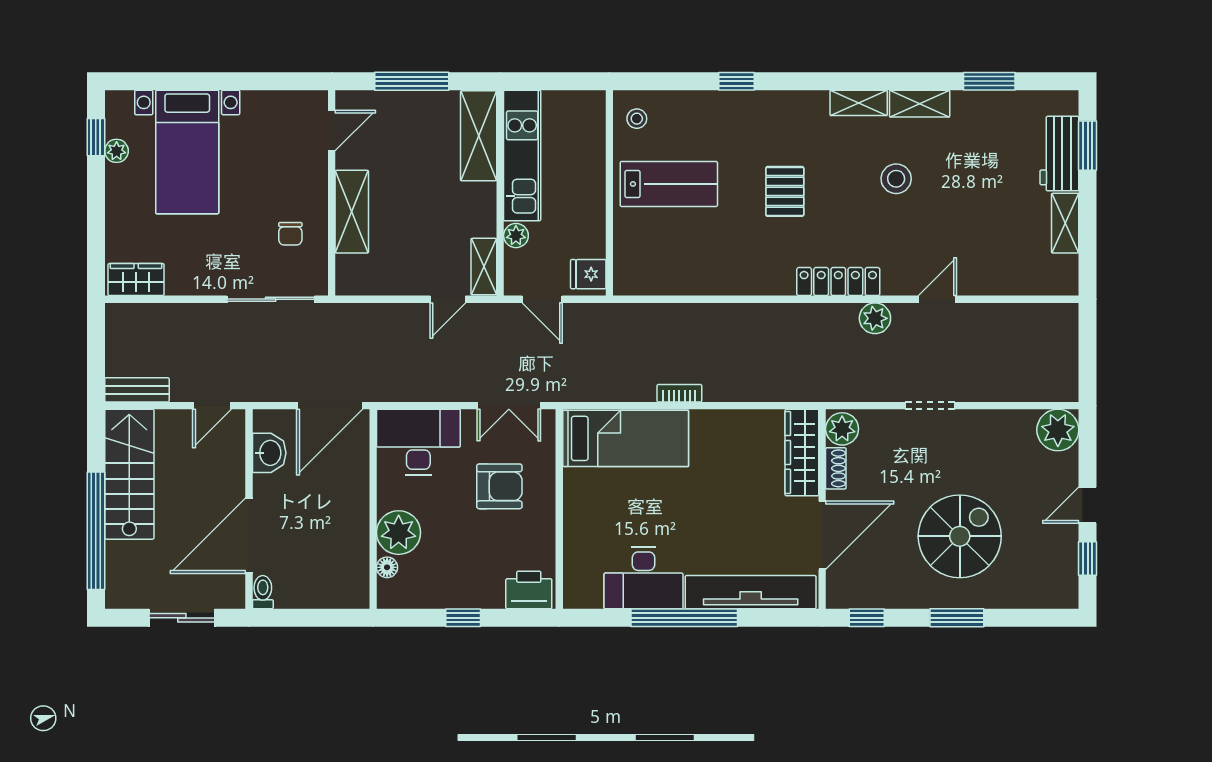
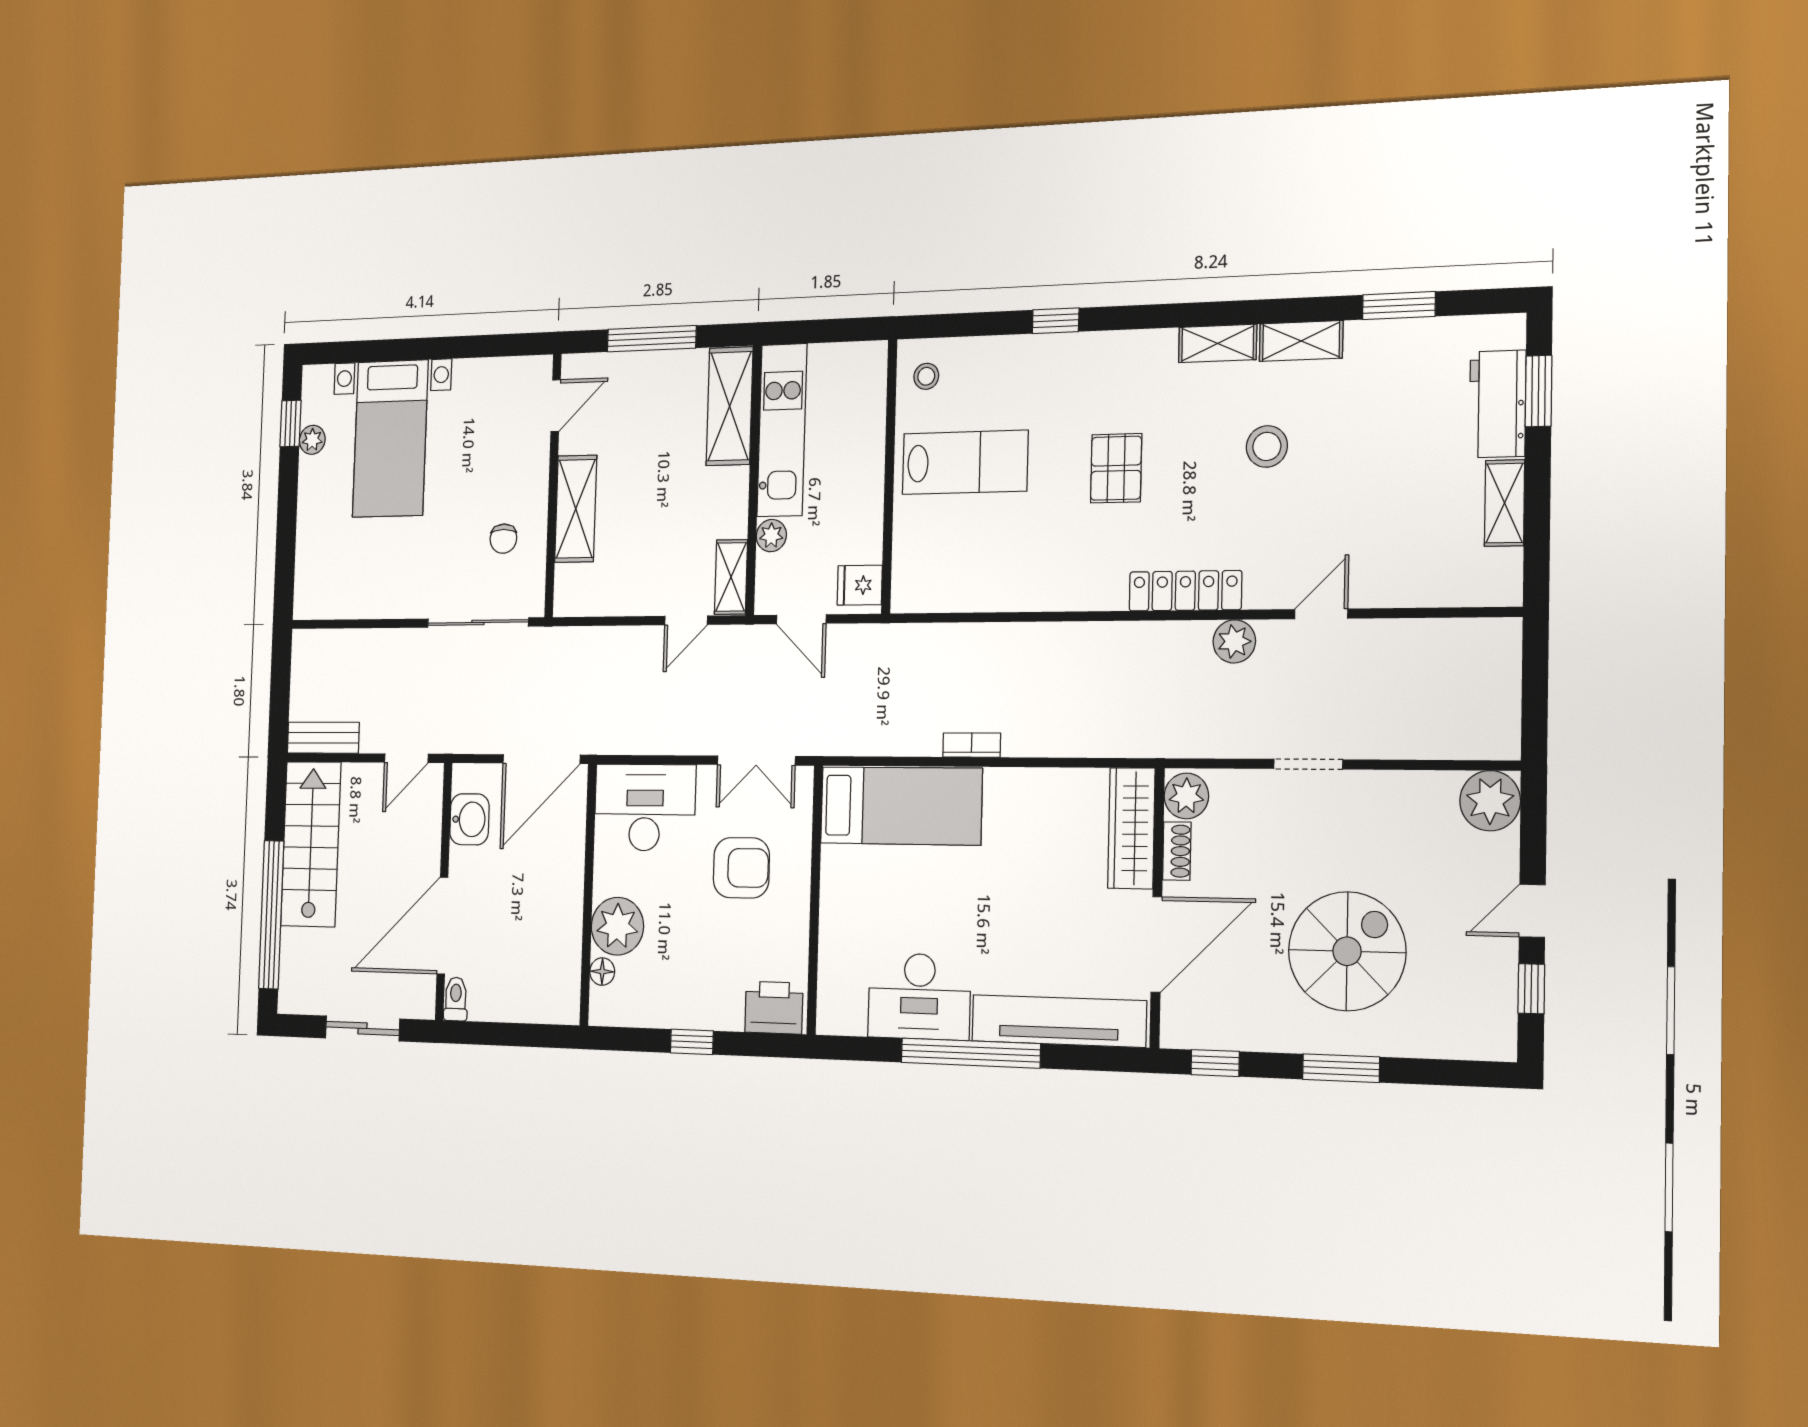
wardrobe: (136, 280) -> (328, 599), removed

